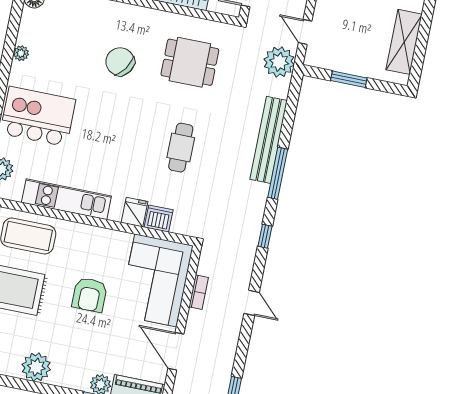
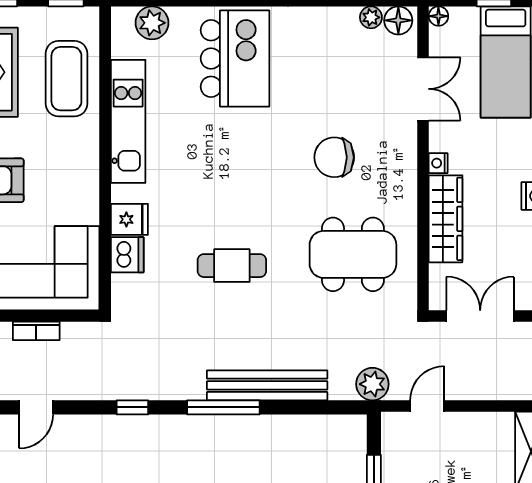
plant: (21, 53) -> (371, 17), moved
chair: (120, 62) -> (334, 157), turned -124
dining table: (190, 62) -> (353, 254), width x1.38
plant: (279, 62) -> (372, 384), width x0.73, depth x0.73

